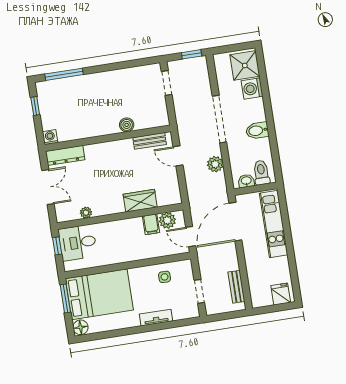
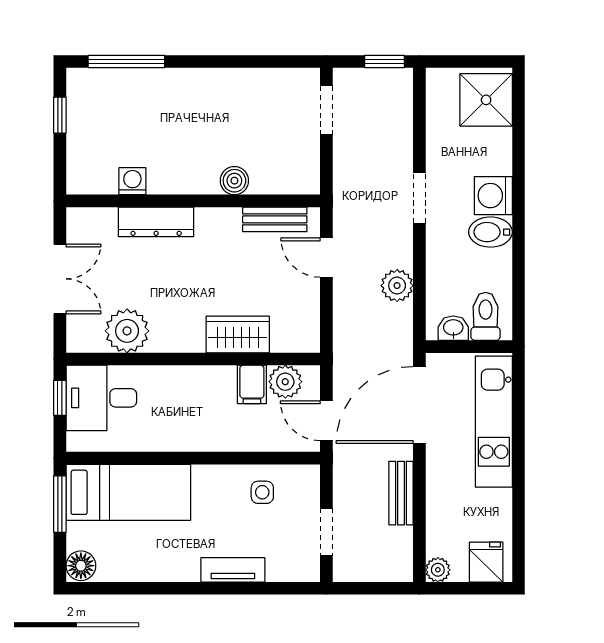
washing machine: (252, 88) -> (493, 196), moved
doorway: (219, 119) -> (419, 198), width x0.53
washing machine: (50, 137) -> (132, 181), moved
dresser: (65, 155) -> (156, 222), moved
plant: (86, 213) -> (127, 331), width x1.87, depth x1.87
bench: (236, 287) -> (401, 493), moved
bed: (99, 294) -> (128, 492), width x0.67
plant: (257, 302) -> (438, 570), added

